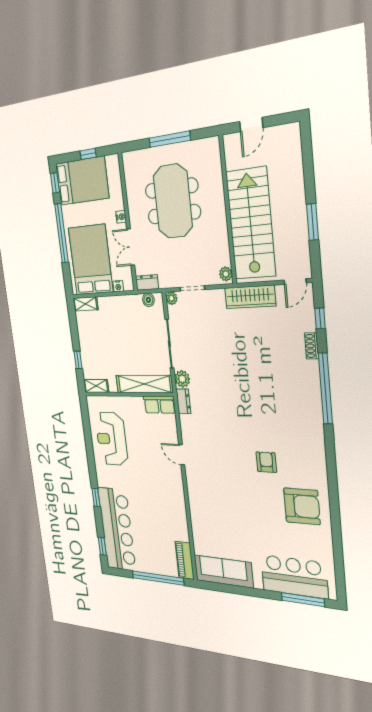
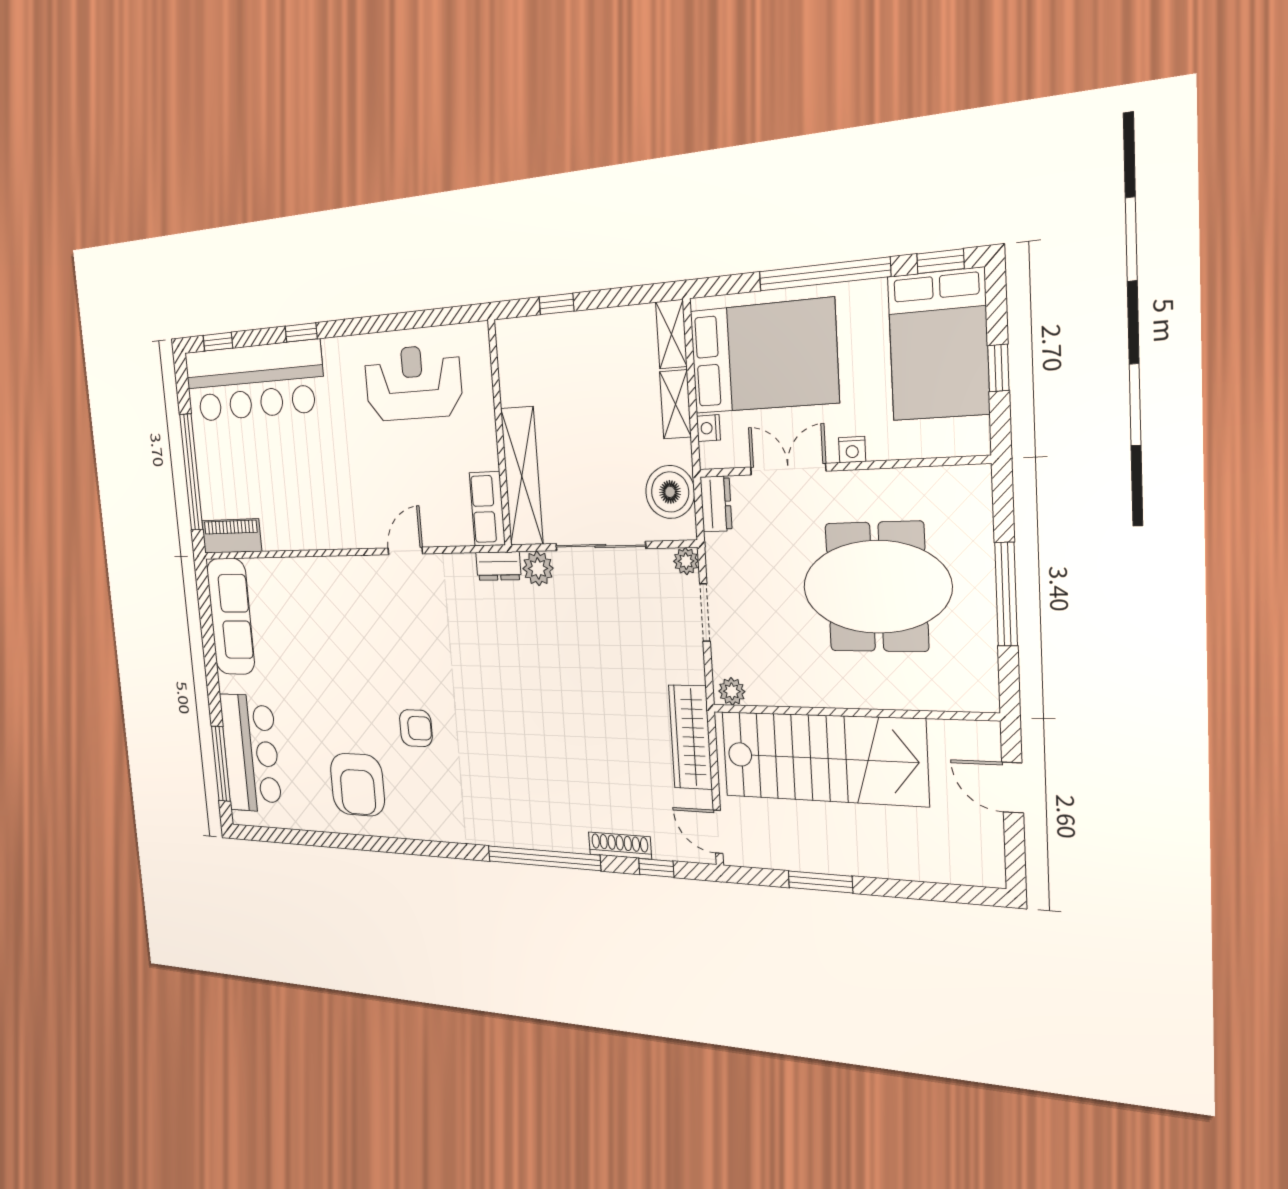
boiler: (148, 300) -> (670, 492), width x1.86, depth x1.86
shoe rack: (312, 346) -> (620, 846), width x1.43
shelving: (96, 386) -> (675, 404), moved

